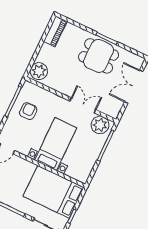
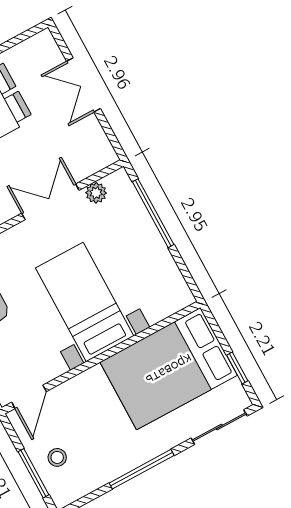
double door: (134, 87) -> (84, 85), width x0.73
plant: (100, 125) -> (96, 193), width x0.53, depth x0.53

